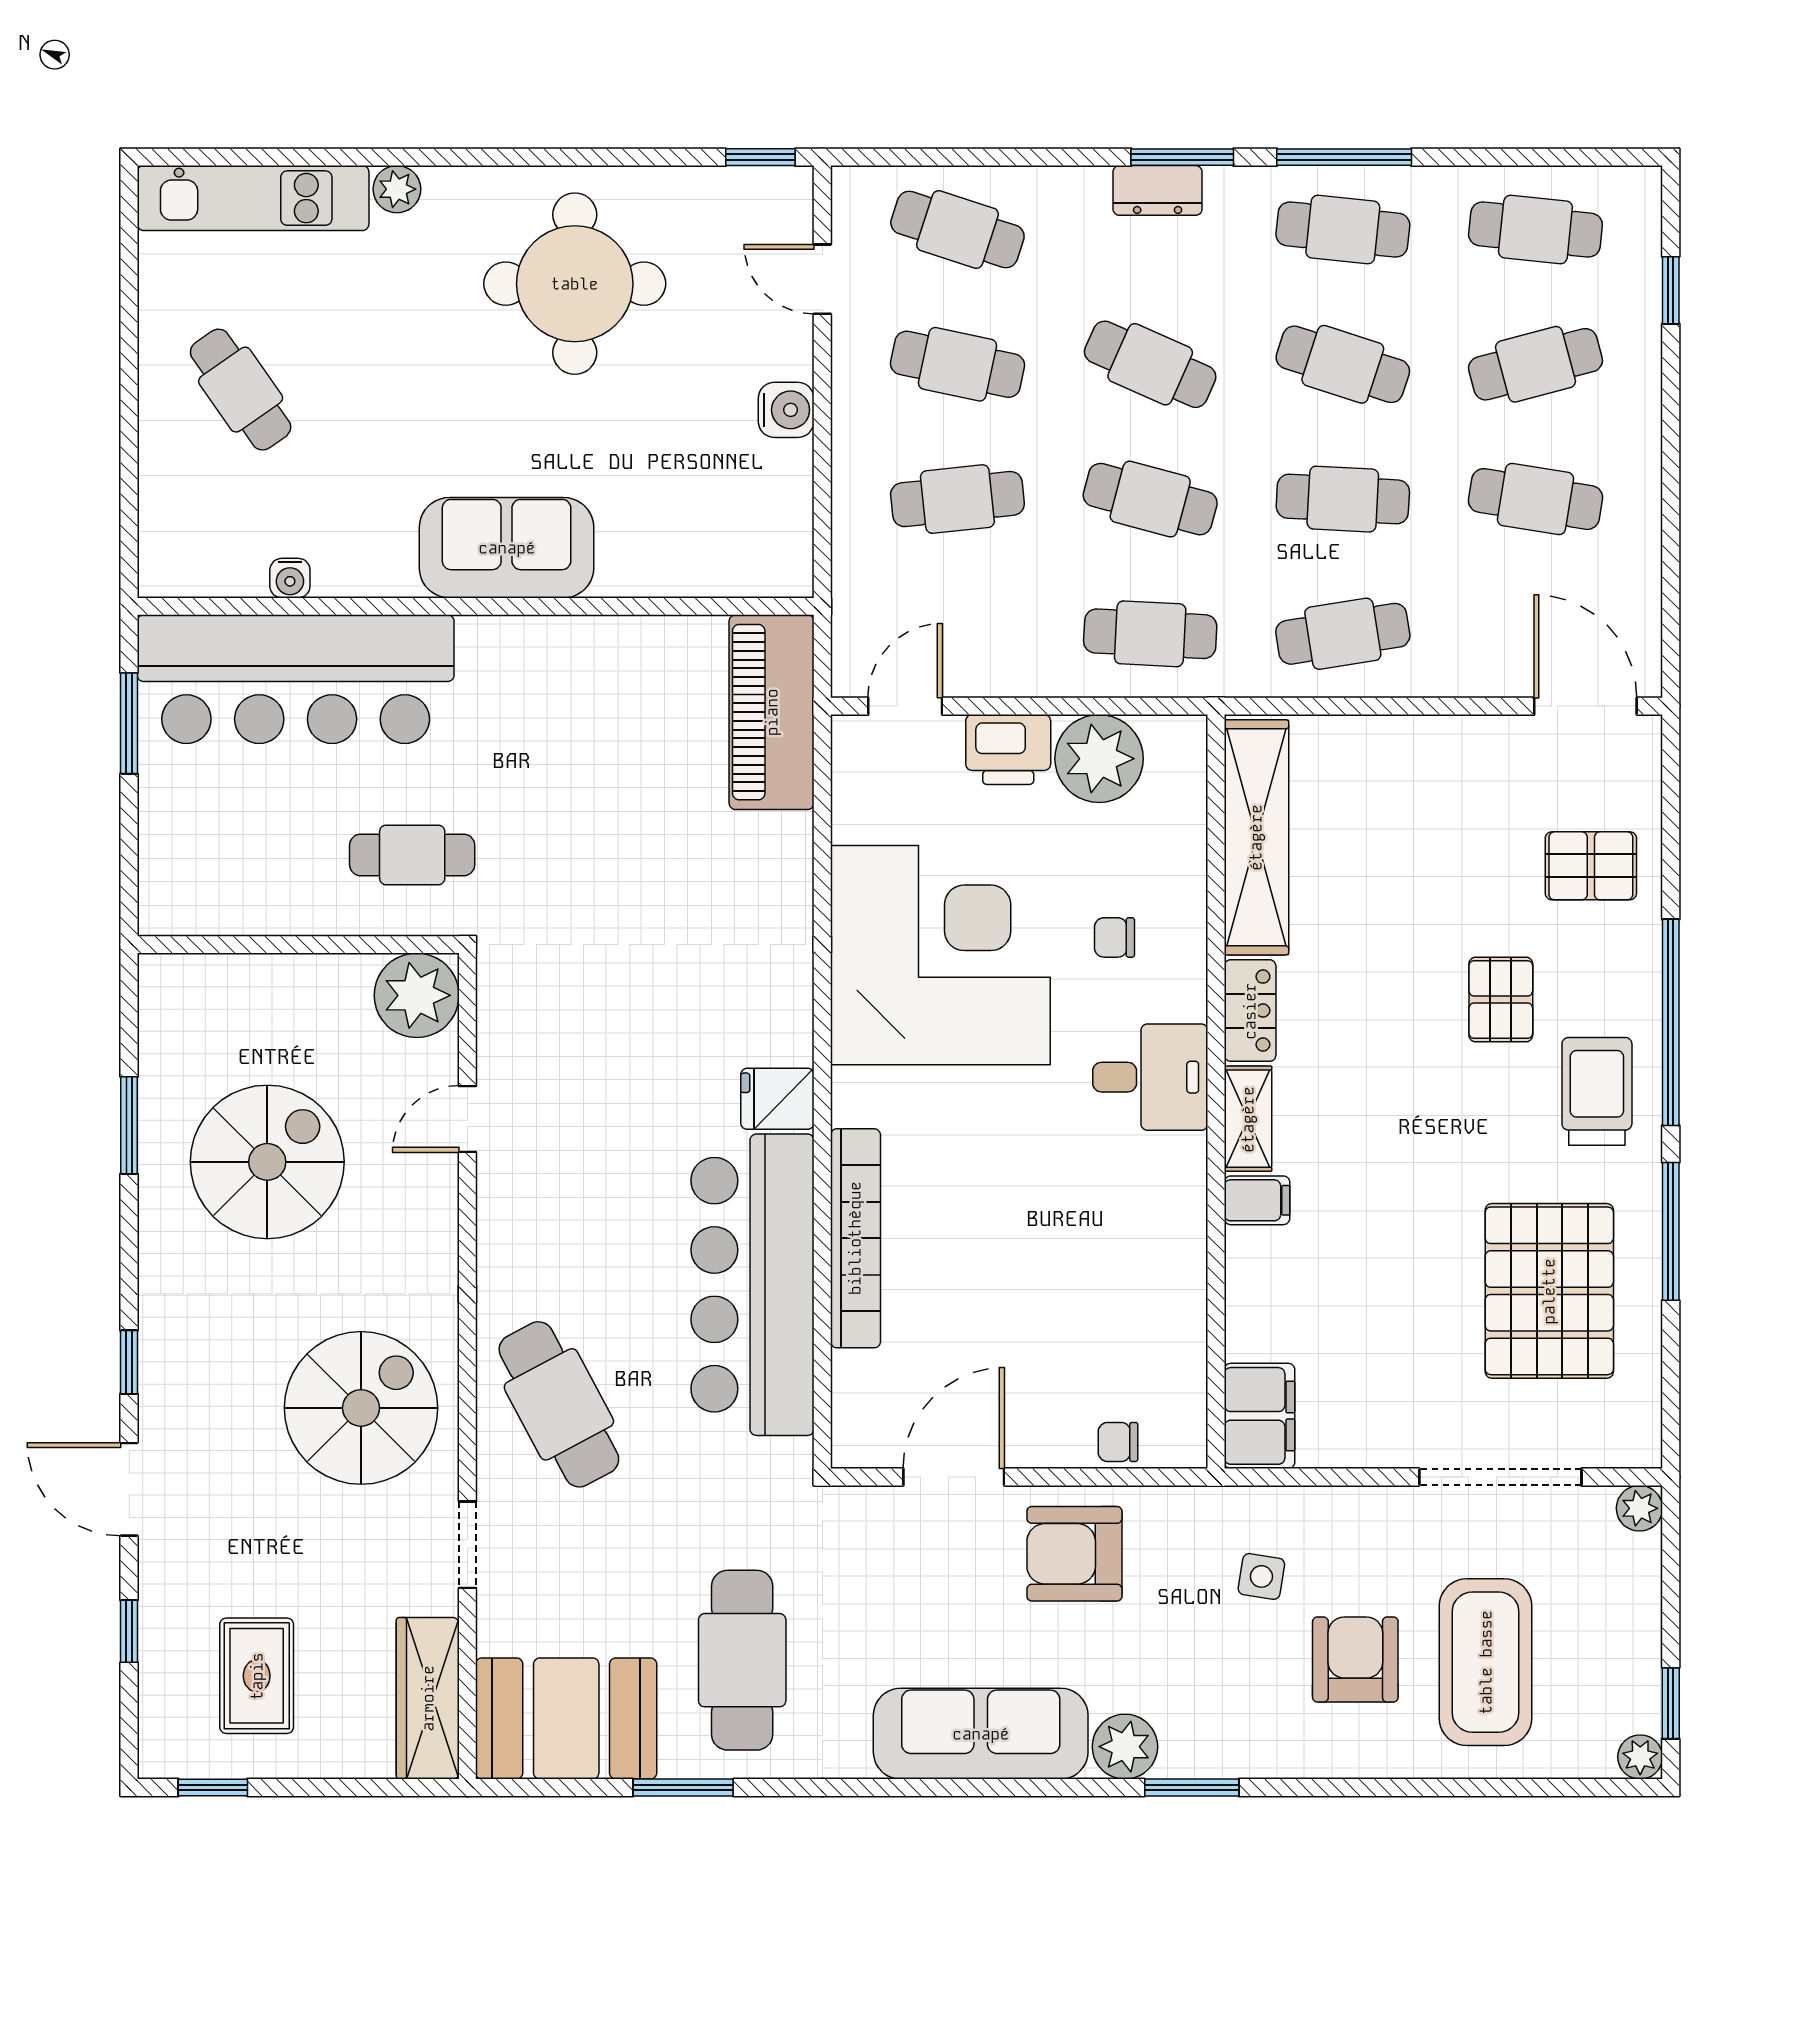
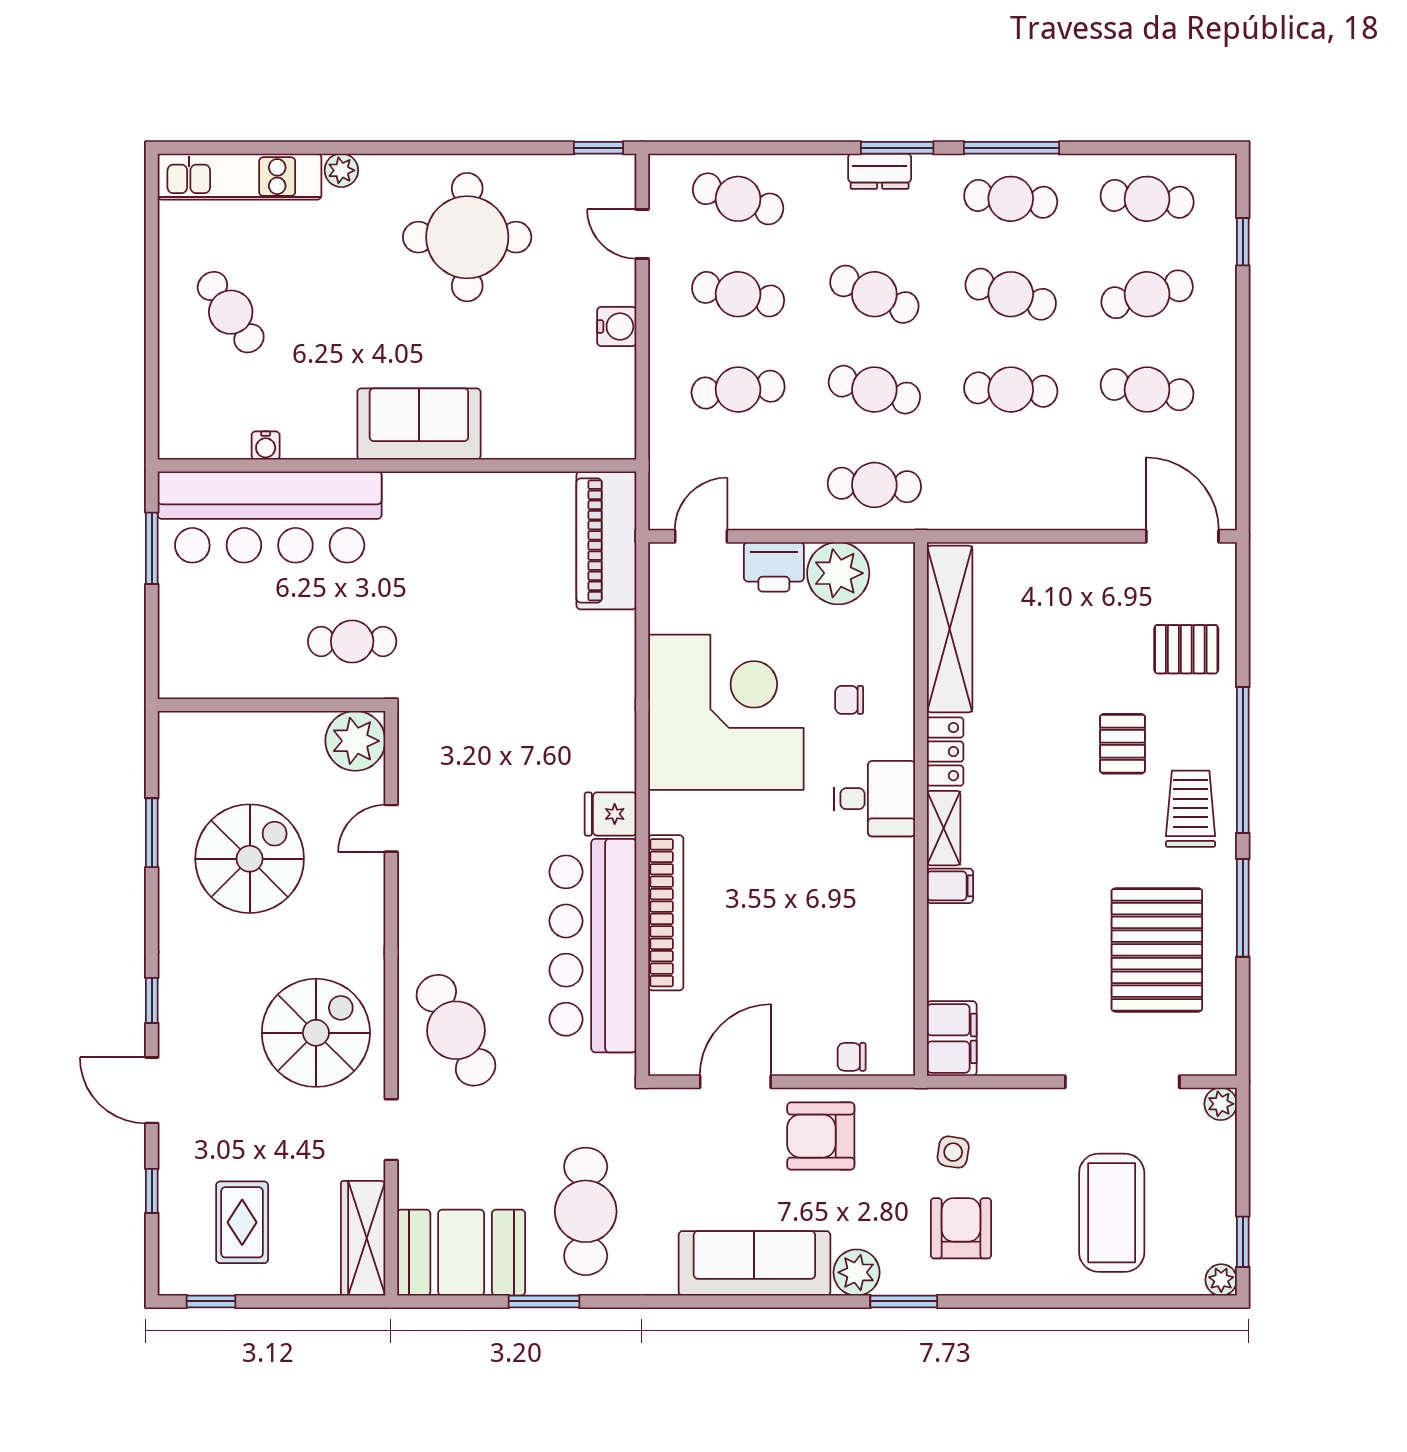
cafe table: (1343, 634) -> (1011, 485), removed
armchair: (1355, 1659) -> (961, 1228), moved

